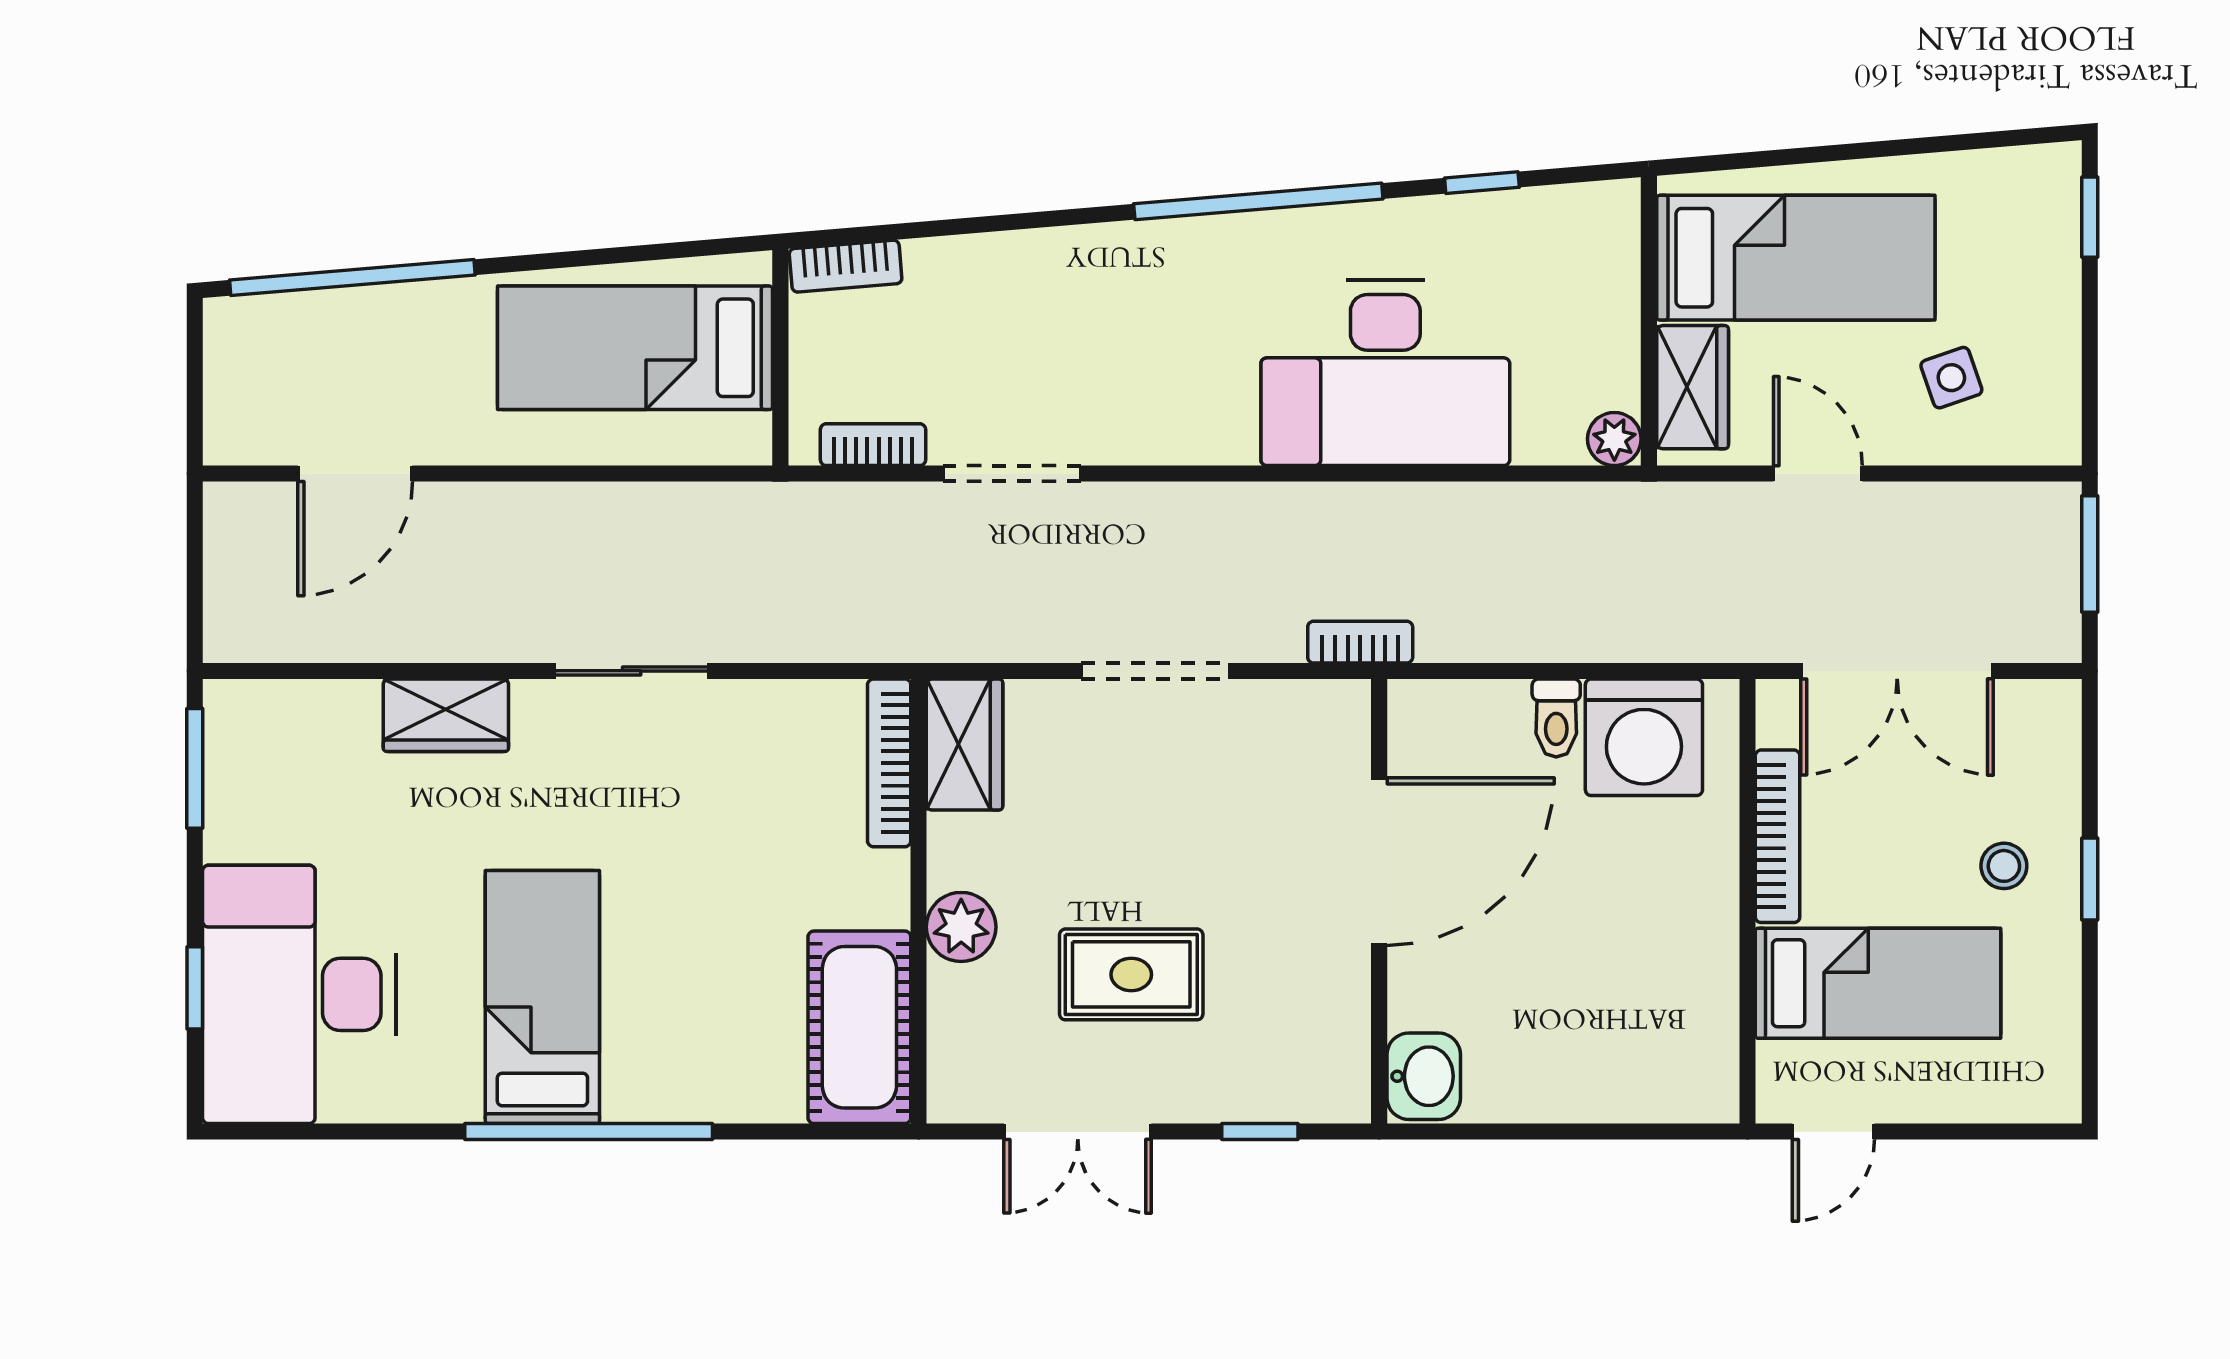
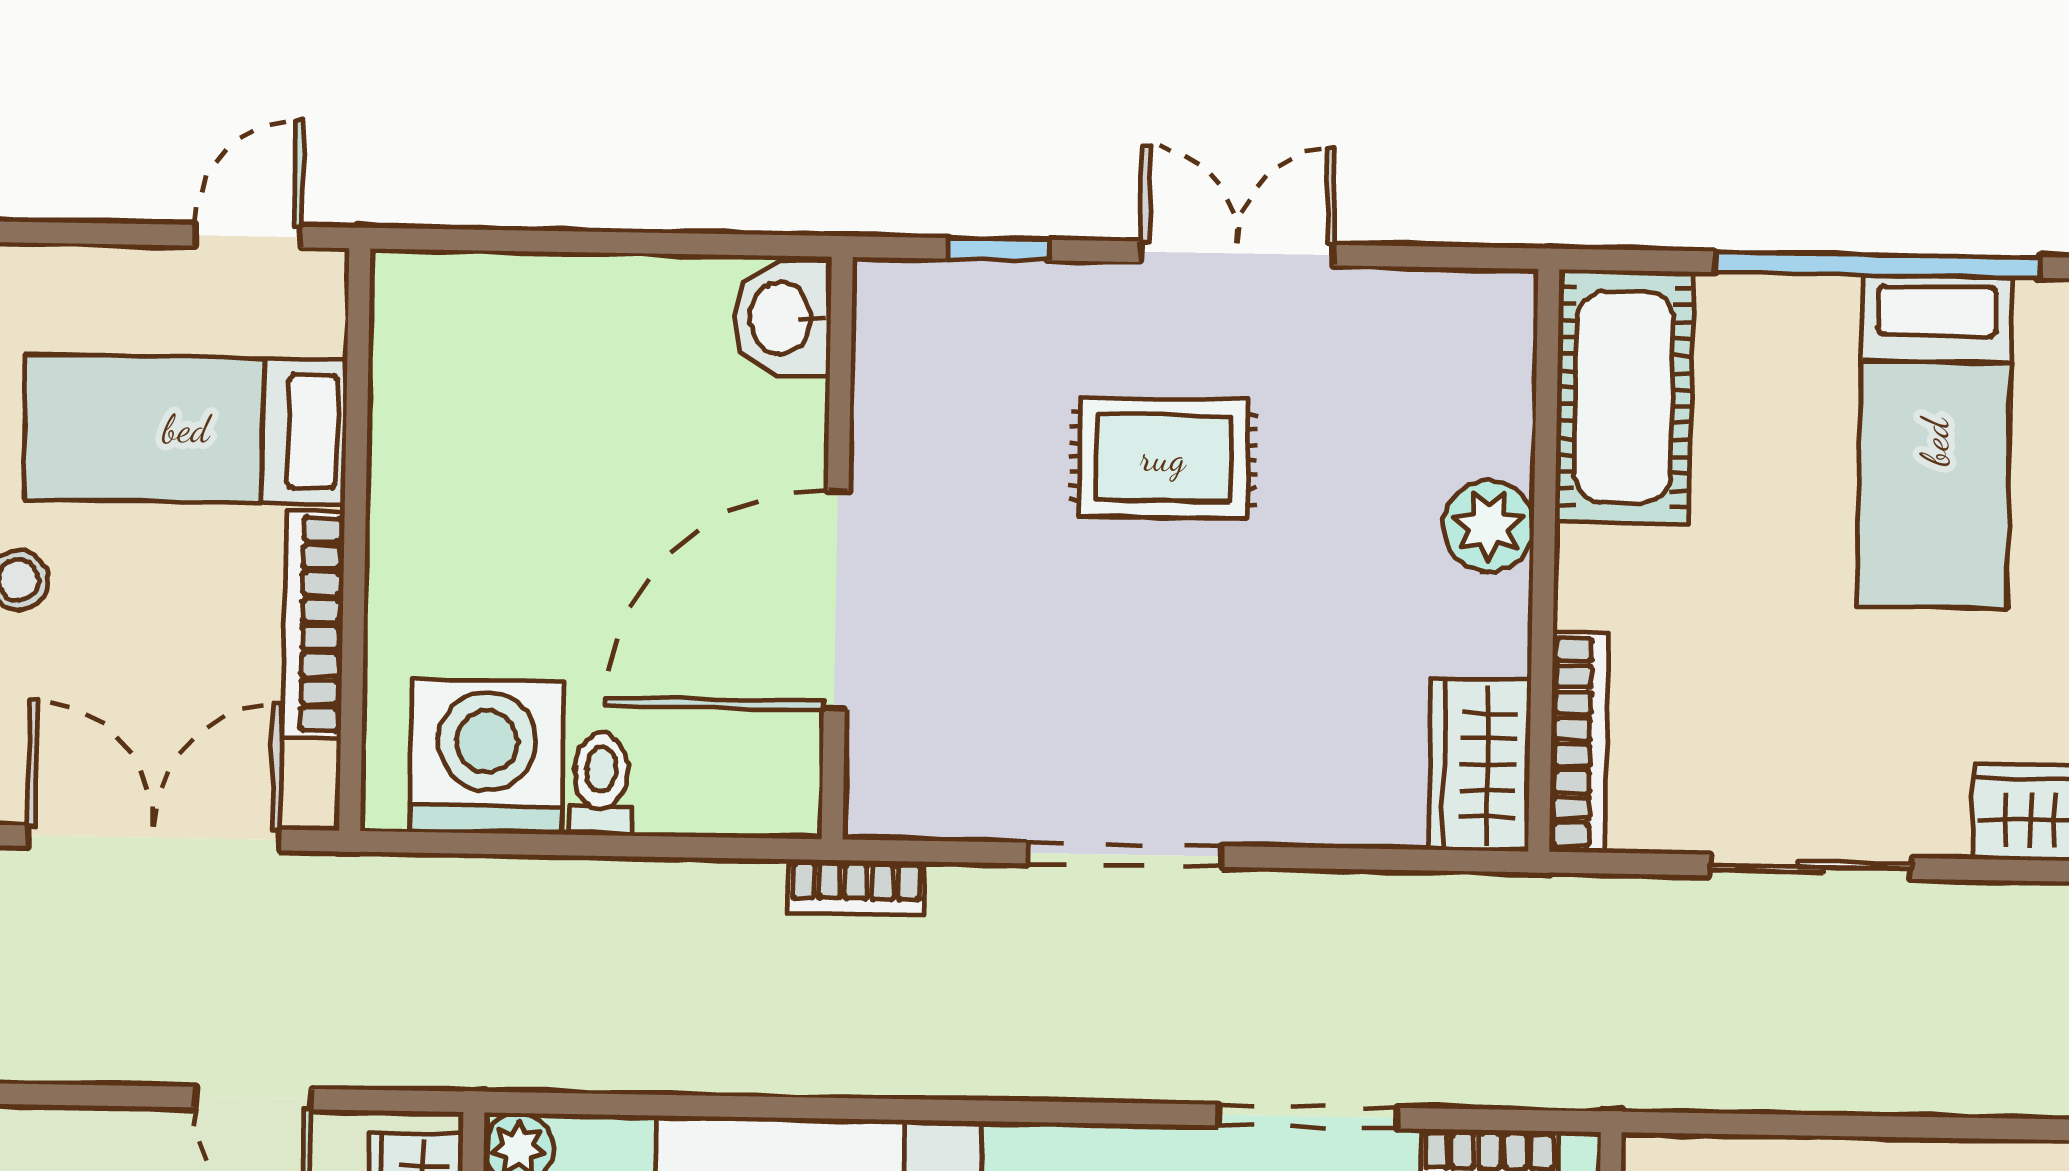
wardrobe: (965, 745) -> (1480, 765), moved
bookcase: (889, 763) -> (1579, 742), moved
wall: (919, 901) -> (1544, 560), moved
plant: (961, 927) -> (1488, 526), moved
cot: (859, 1027) -> (1624, 397), moved

